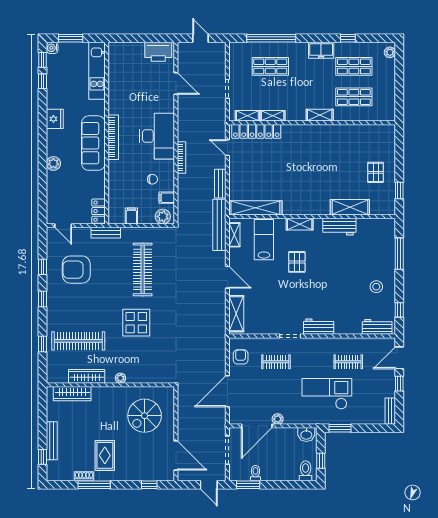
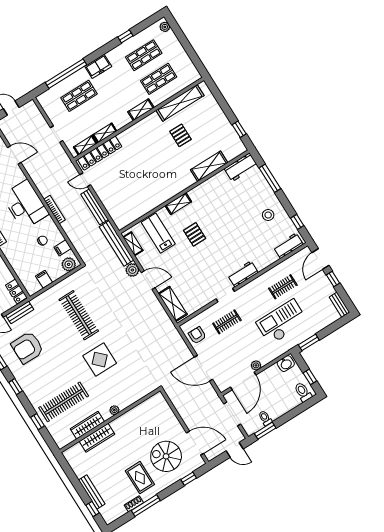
freezer: (321, 50) -> (98, 66), moved
pallet: (376, 172) -> (180, 135), moved
bench: (220, 184) -> (95, 207), width x1.36
shelving: (255, 208) -> (180, 103), moved
workbench: (339, 227) -> (241, 167), moved
bench: (106, 233) -> (20, 313), moved
plant: (219, 259) -> (132, 270), added
door: (227, 391) -> (204, 368), hinge flipped
wardrobe: (72, 394) -> (97, 438), moved
spiral stairs: (145, 416) -> (166, 456), moved, turned 90

